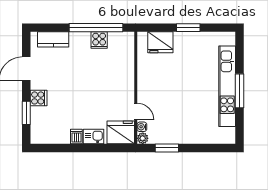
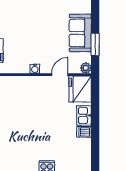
water cooler: (142, 127) -> (35, 69), moved
sofa: (179, 133) -> (80, 33), added

